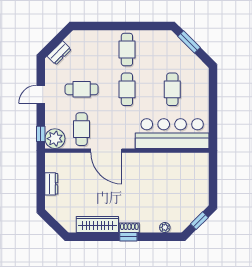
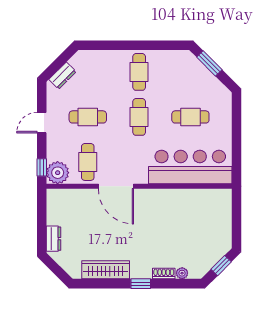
cafe table: (172, 89) -> (190, 117), turned 90
dresser: (51, 184) -> (54, 239), moved
shoe rack: (129, 228) -> (164, 274), moved

